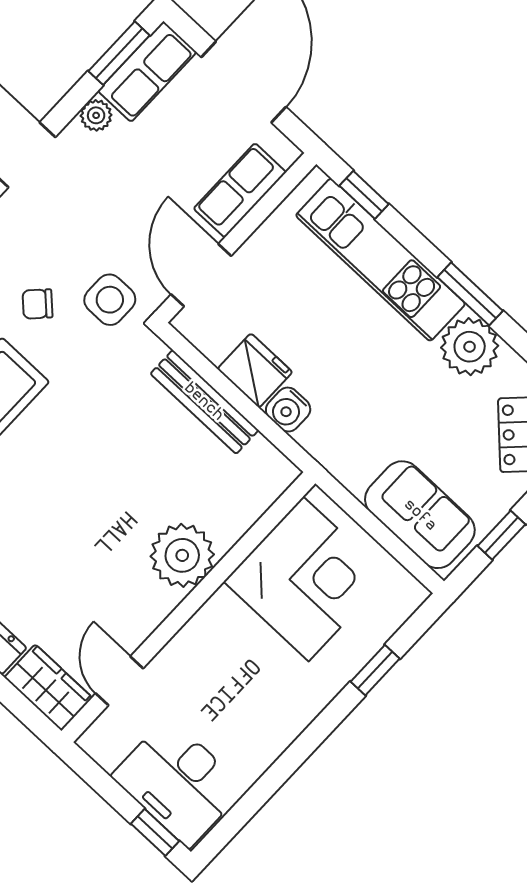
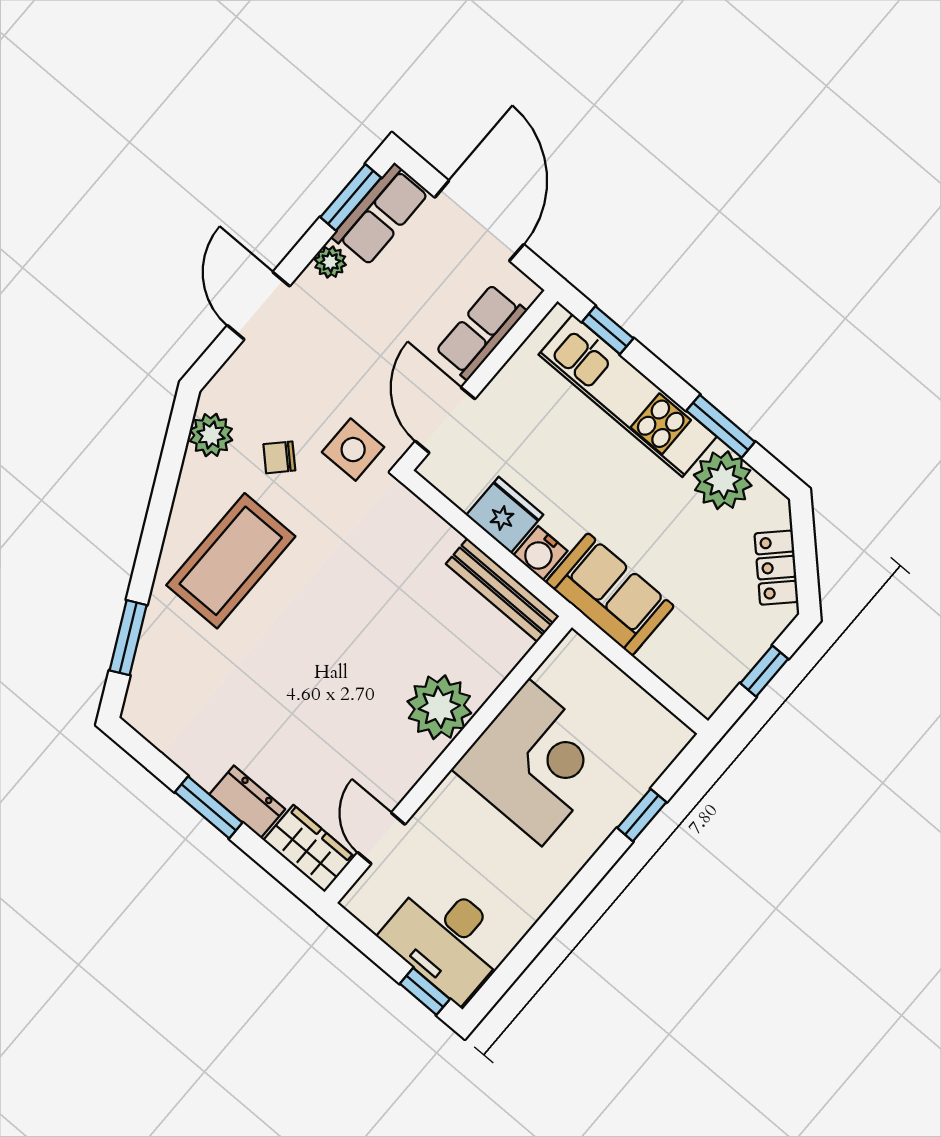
bench: (204, 402) -> (503, 590), moved
sofa: (420, 515) -> (610, 594), moved
corner desk: (306, 579) -> (535, 762), moved

